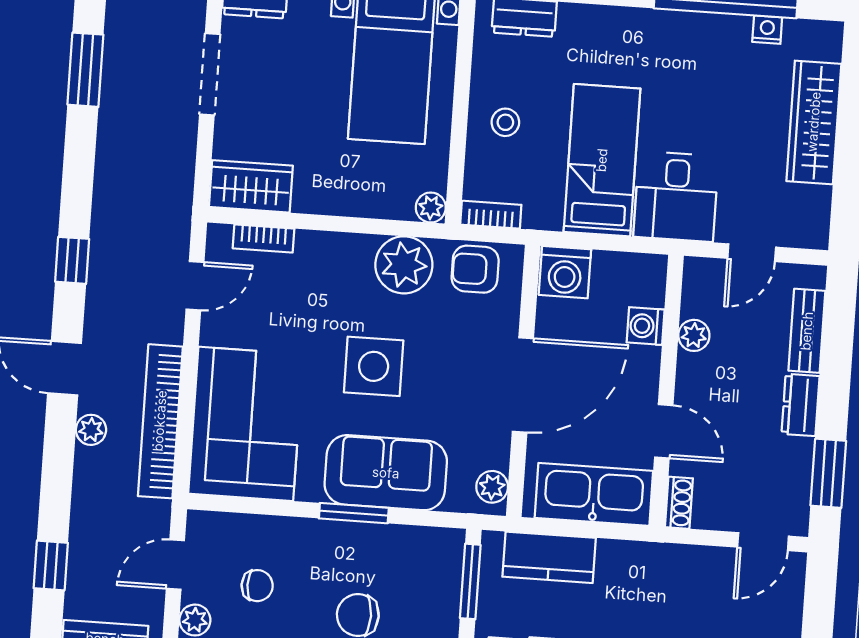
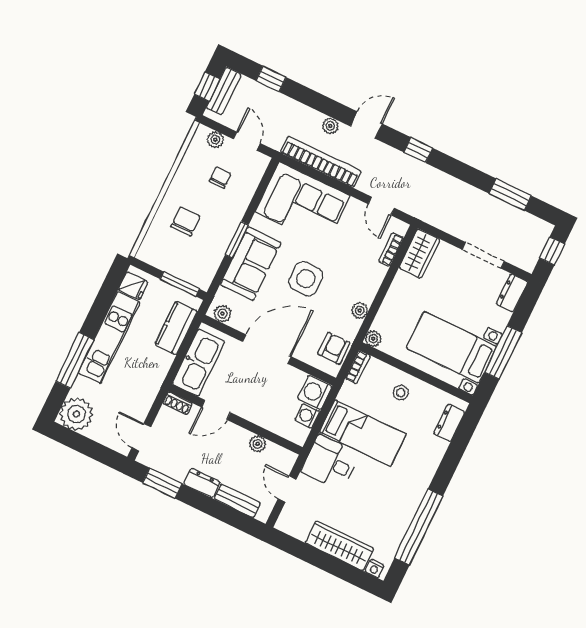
nightstand: (767, 30) -> (374, 569), moved, turned 90
plant: (404, 265) -> (360, 311), width x0.53, depth x0.53
washing machine: (646, 326) -> (307, 416), moved, turned -90
door: (523, 385) -> (267, 349), swing flipped
chair: (257, 586) -> (220, 177), turned 180

